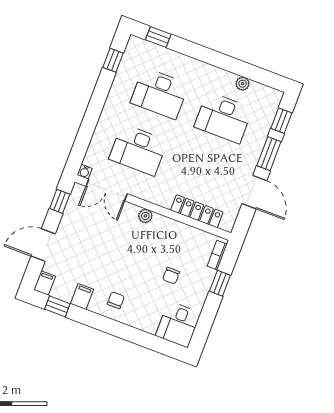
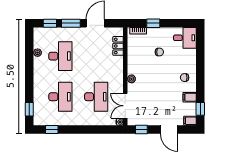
double door: (107, 190) -> (125, 106), swing flipped
locker: (197, 211) -> (118, 46), width x0.66

